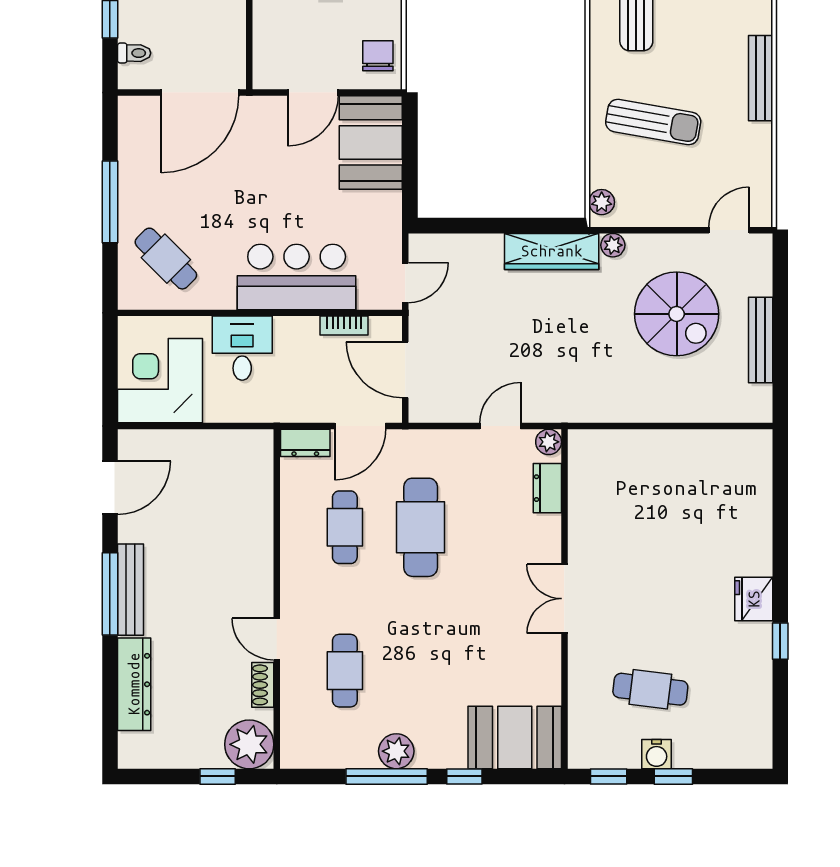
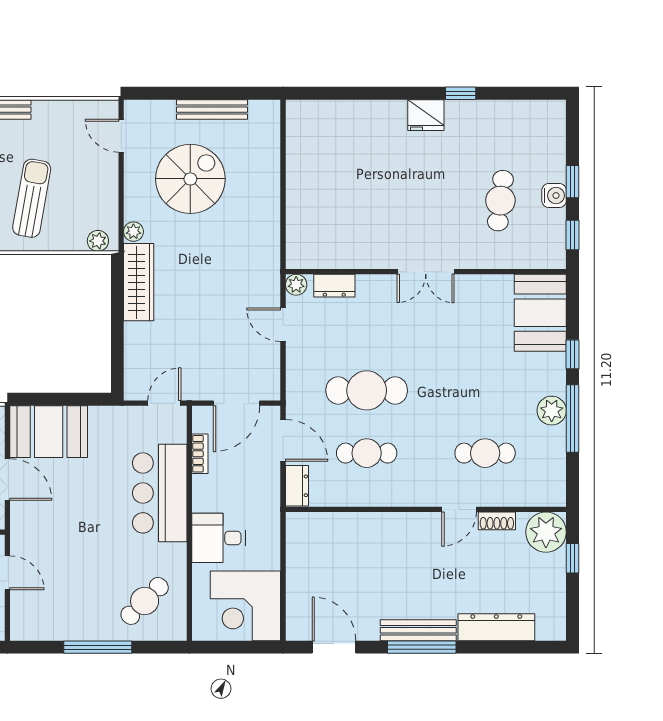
door: (200, 92) -> (7, 573), width x0.53
door: (405, 283) -> (164, 403), hinge flipped

